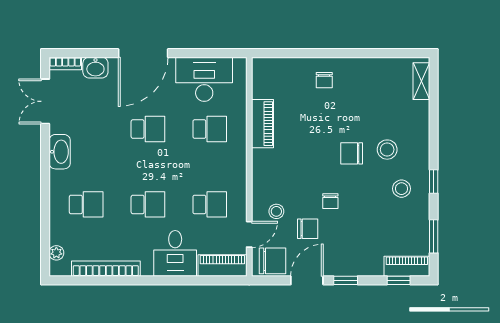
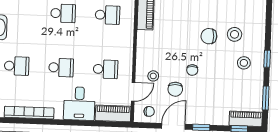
chair: (308, 229) -> (175, 89), turned 90
chair: (272, 261) -> (149, 111), width x0.54, depth x0.54

